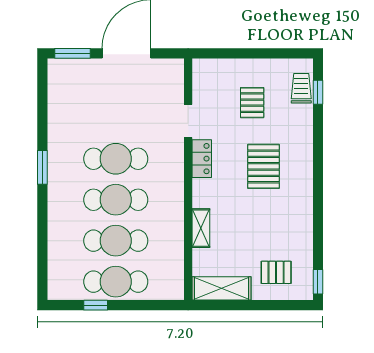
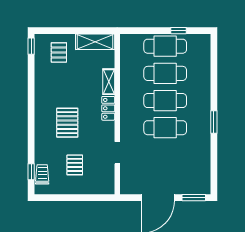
trolley: (301, 88) -> (42, 174), turned 180
locker: (202, 159) -> (108, 108), moved
pallet: (276, 272) -> (59, 52), turned 90

